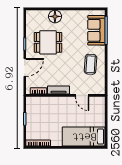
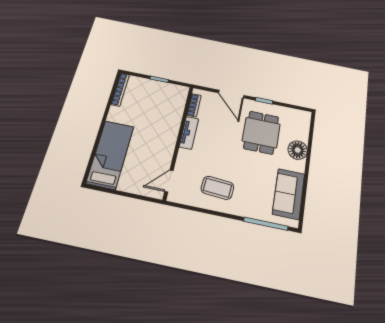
sofa: (96, 30) -> (289, 194), moved, turned -90
door: (82, 95) -> (169, 181), moved

